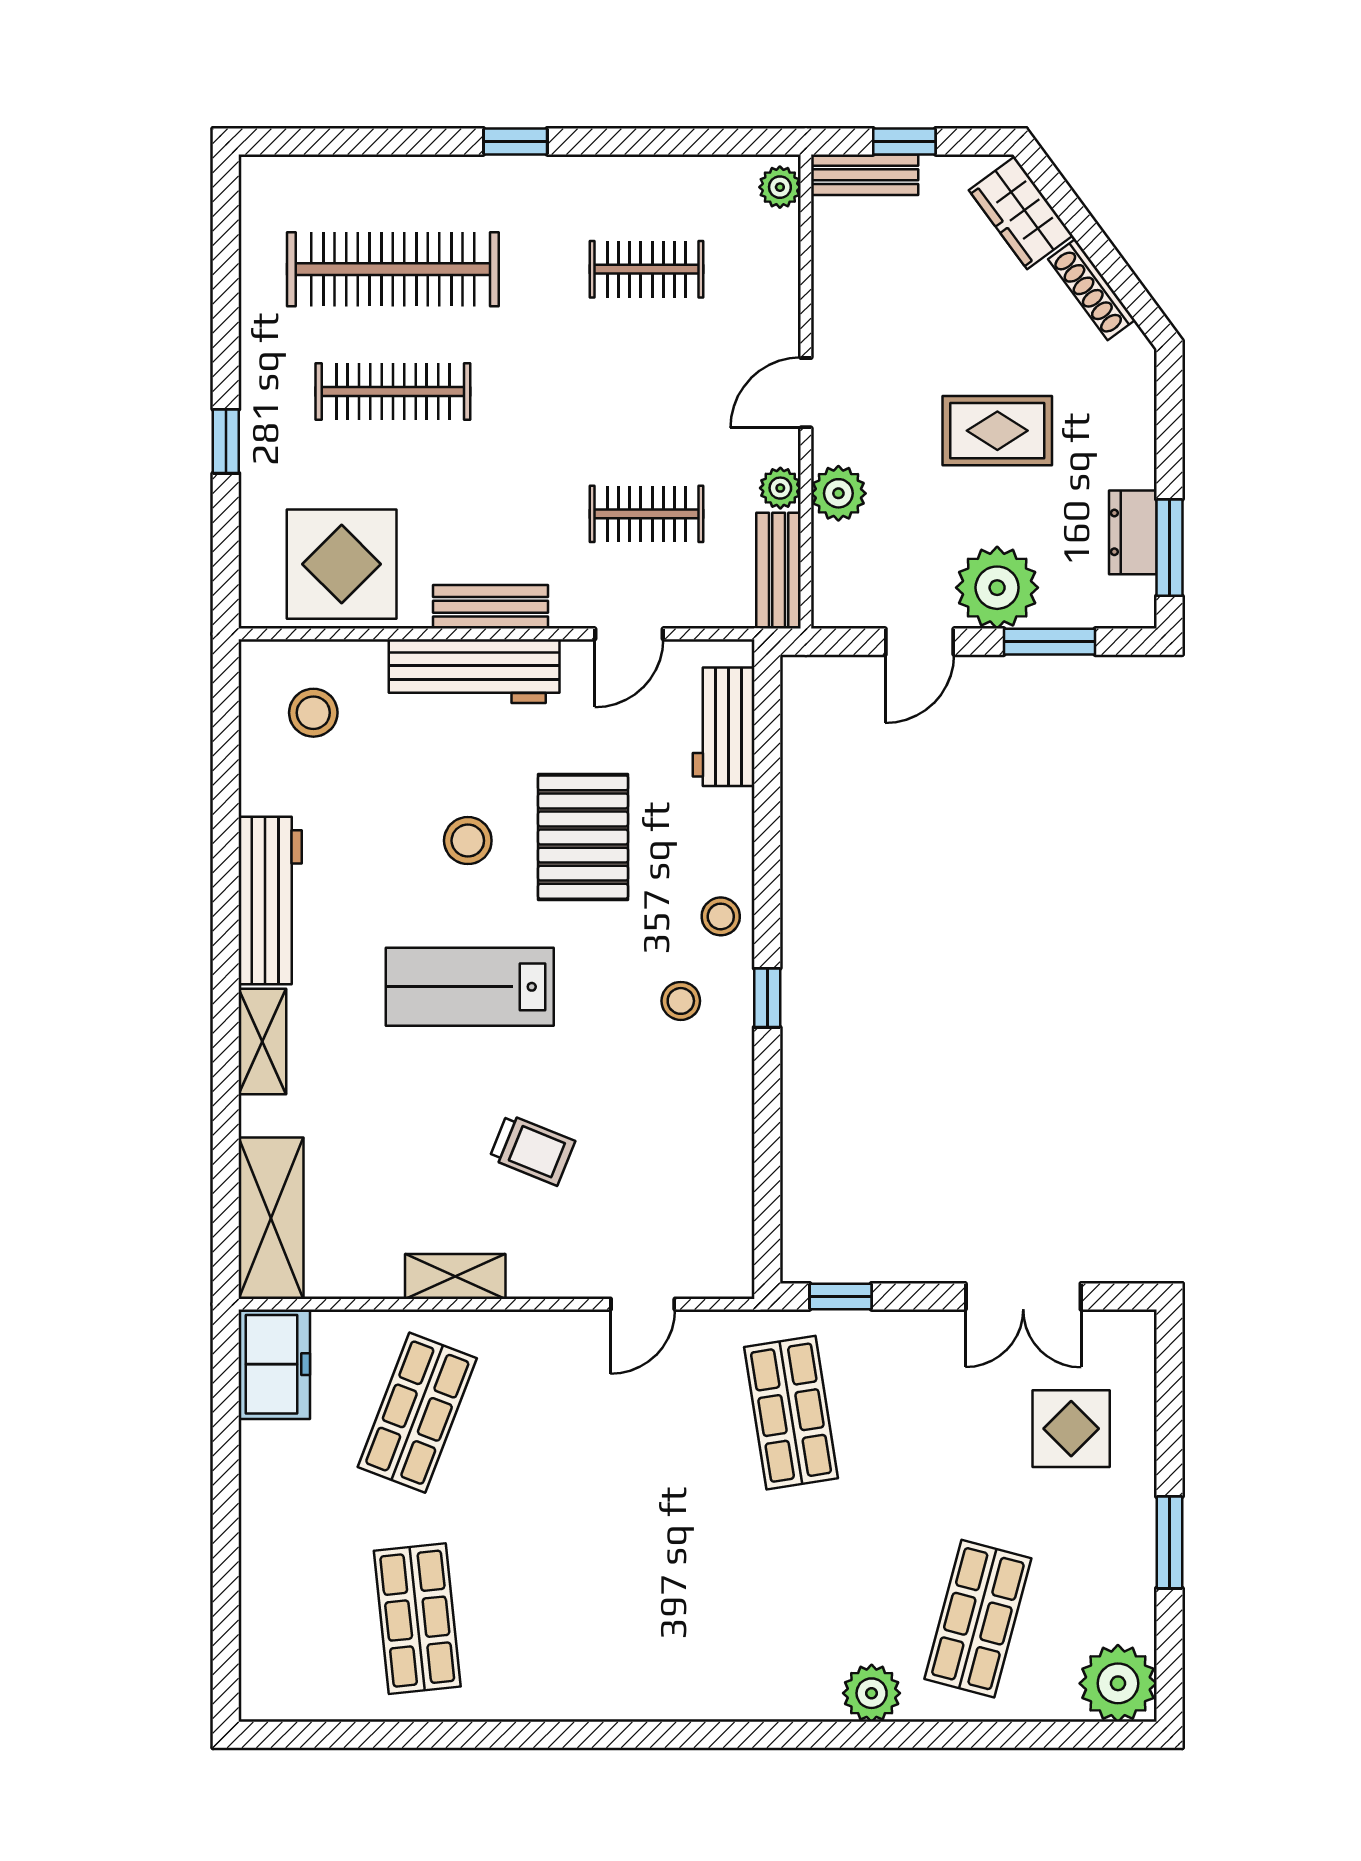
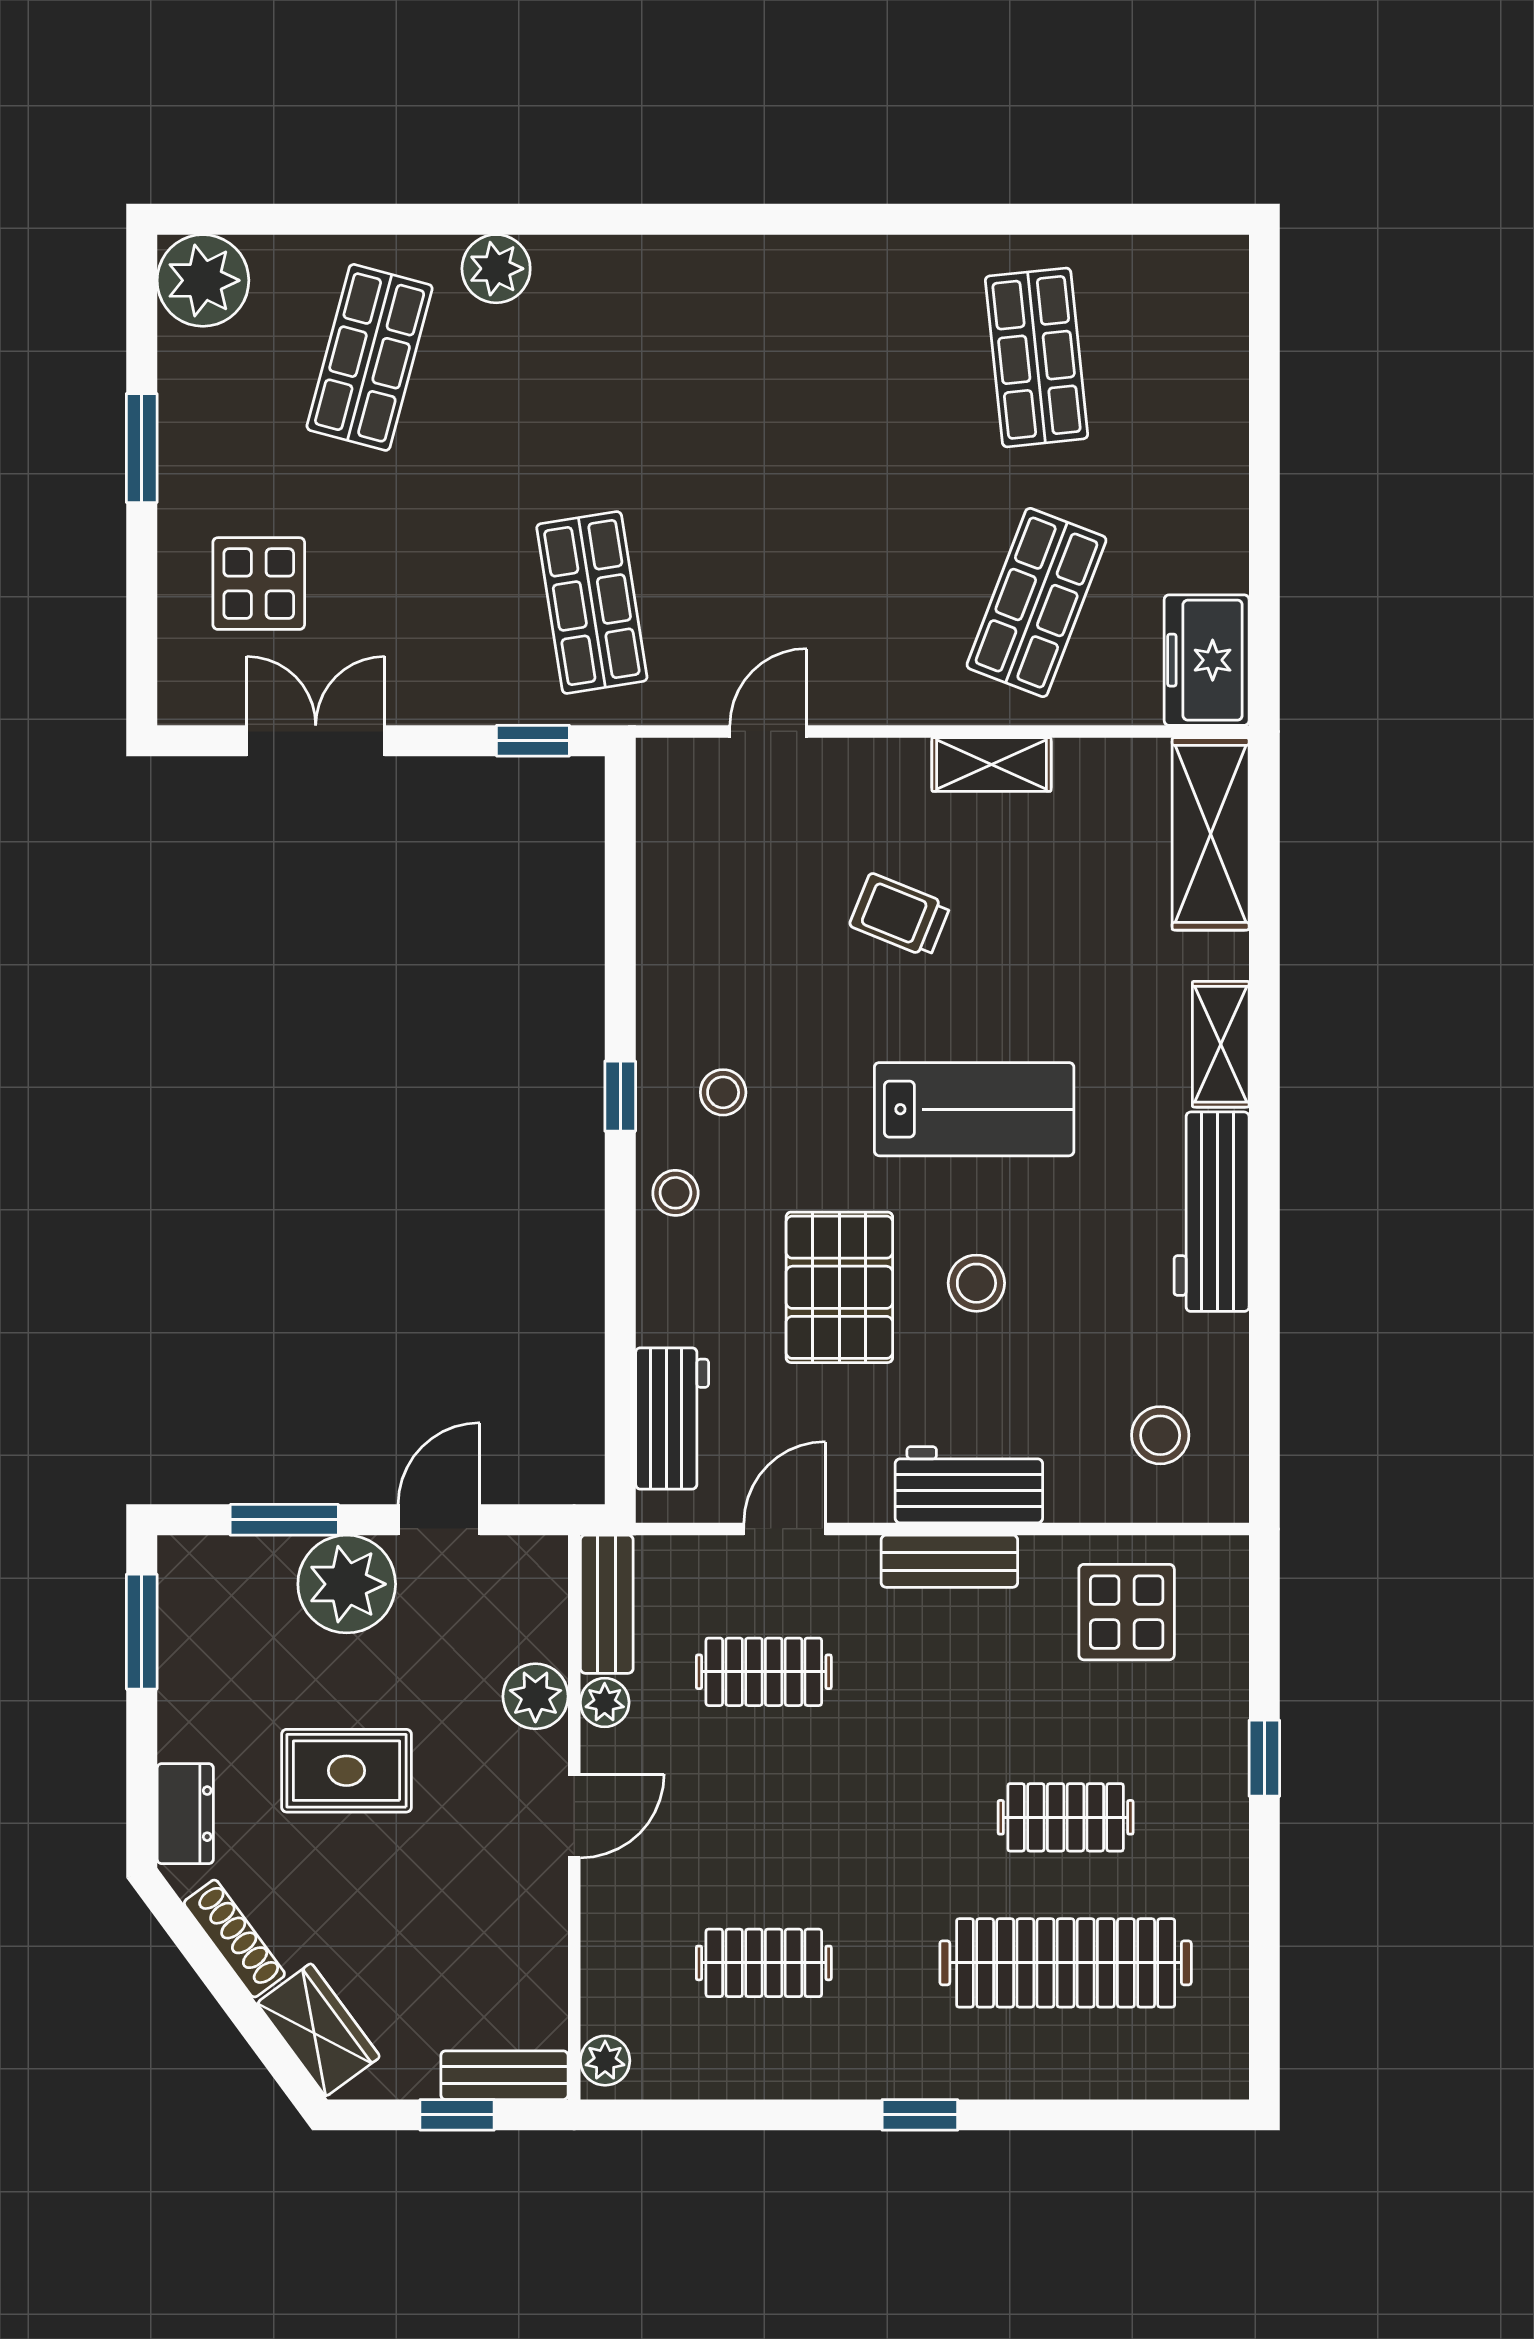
clothes rail: (393, 392) -> (1066, 1817), width x0.73
dresser: (1133, 532) -> (185, 1814), moved
display table: (342, 564) -> (1127, 1612), width x0.73, depth x0.73
workbench: (474, 671) -> (969, 1485), width x0.73

